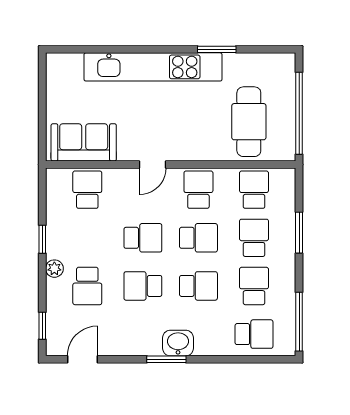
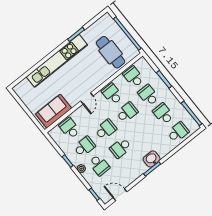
school desk: (198, 286) -> (84, 147), moved
door: (82, 359) -> (120, 195), hinge flipped

